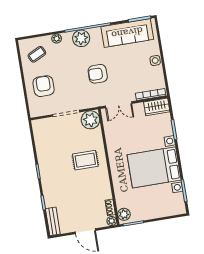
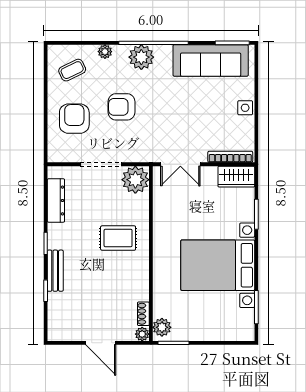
armchair: (98, 74) -> (122, 107), moved
dresser: (40, 142) -> (56, 200), added
bench: (53, 221) -> (55, 271), moved

